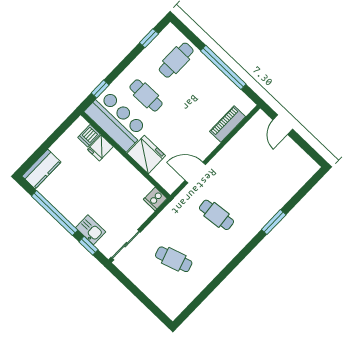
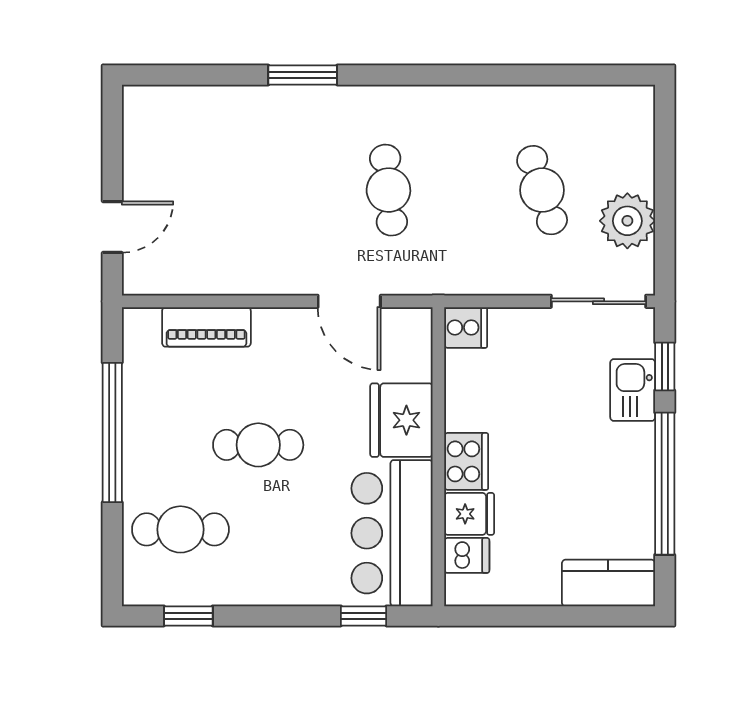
cafe table: (146, 95) -> (258, 445), moved, turned 90
cooker: (116, 162) -> (466, 461), added
plant: (141, 275) -> (627, 221), added

